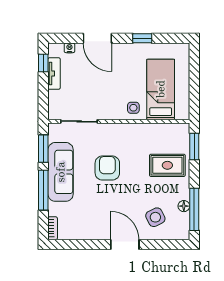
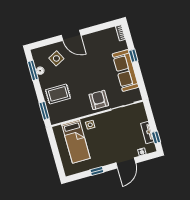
door: (97, 38) -> (126, 163), swing flipped
window: (43, 149) -> (141, 82), removed
armchair: (107, 168) -> (99, 100), moved, turned 180
window: (43, 190) -> (133, 56), width x0.46
window: (194, 209) -> (33, 70), width x0.69

